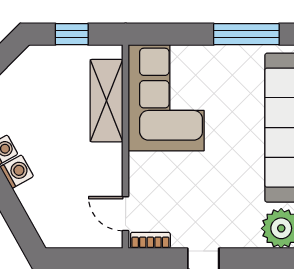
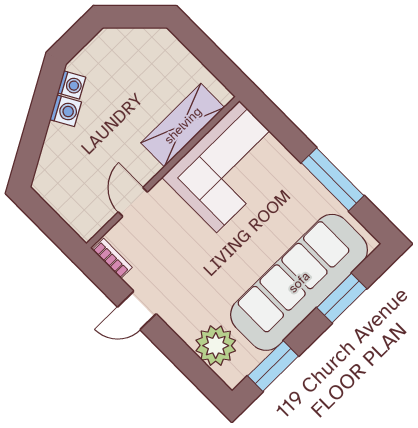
window: (72, 34) -> (206, 51), removed
door: (126, 214) -> (133, 202), moved

